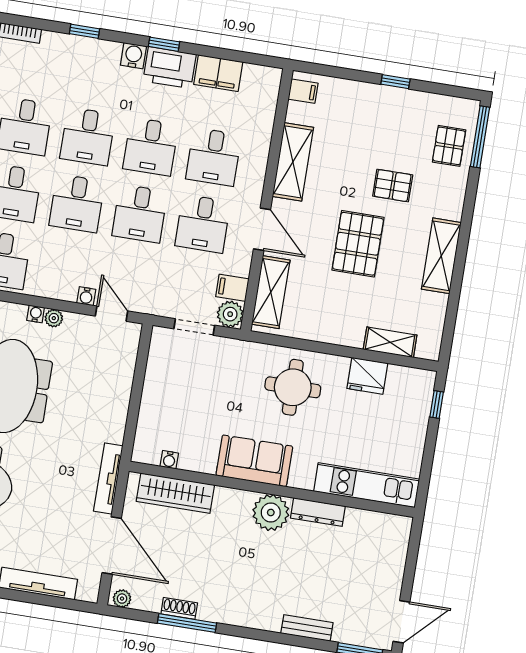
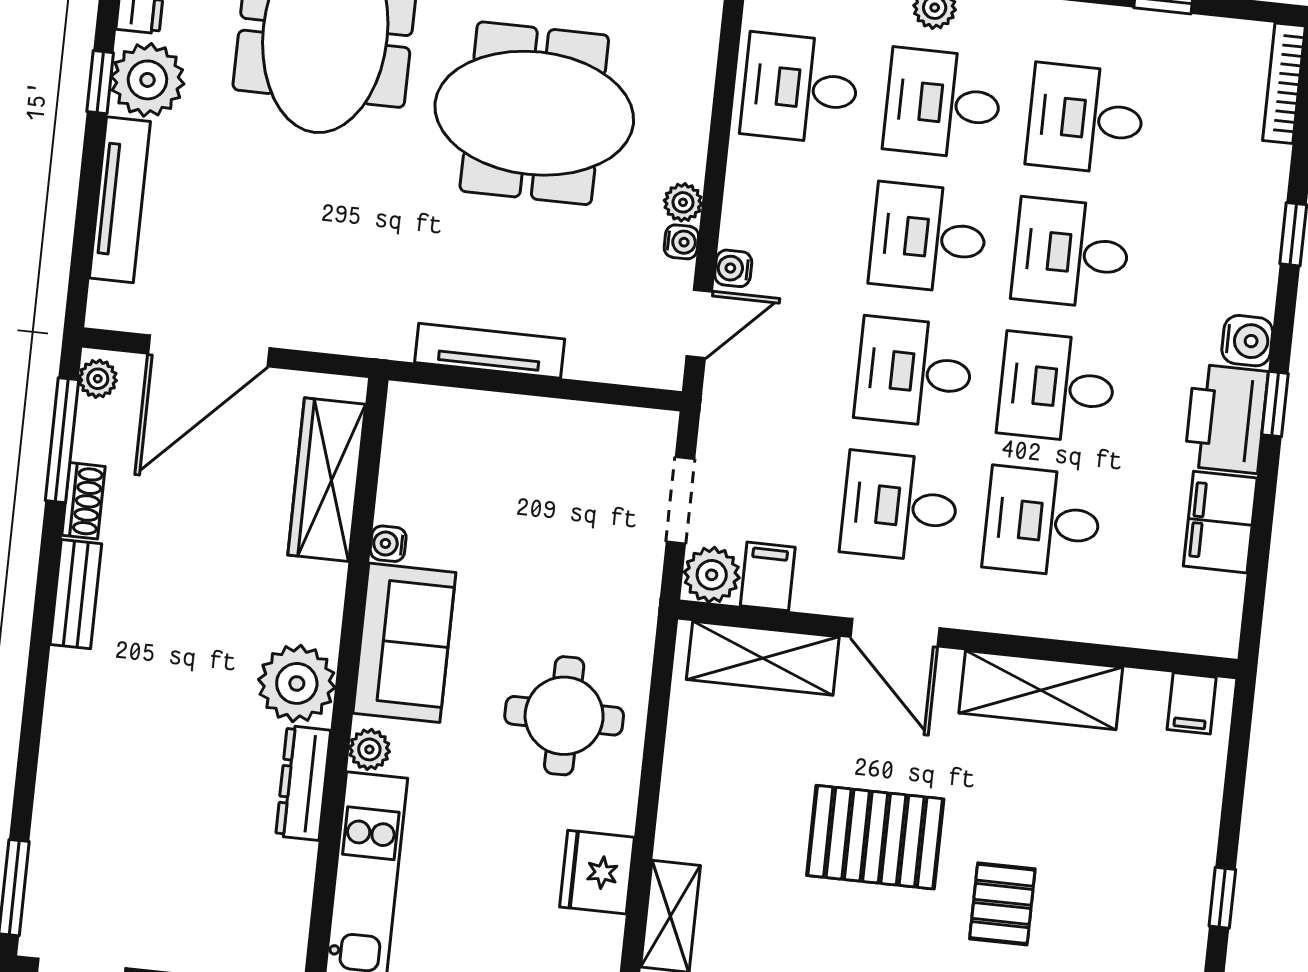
door: (262, 229) -> (895, 633), hinge flipped
water cooler: (36, 314) -> (681, 242), moved
water cooler: (169, 460) -> (388, 544), moved
tv unit: (108, 479) -> (490, 351), moved
plant: (304, 480) -> (369, 749), added
window: (187, 623) -> (62, 440), moved
bench: (307, 628) -> (76, 594), moved

